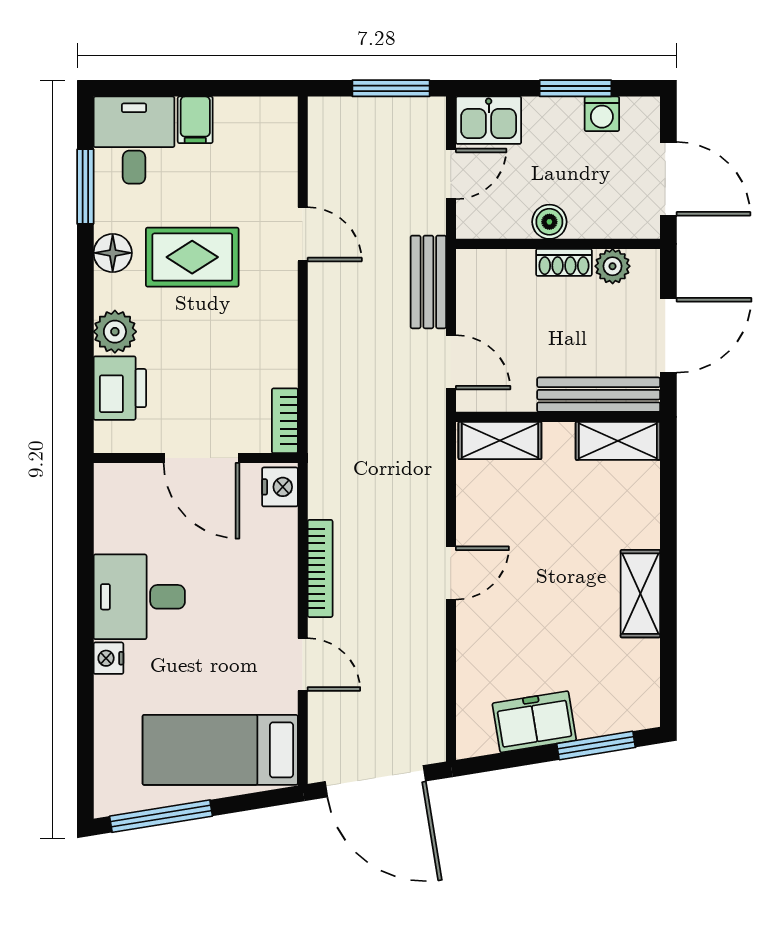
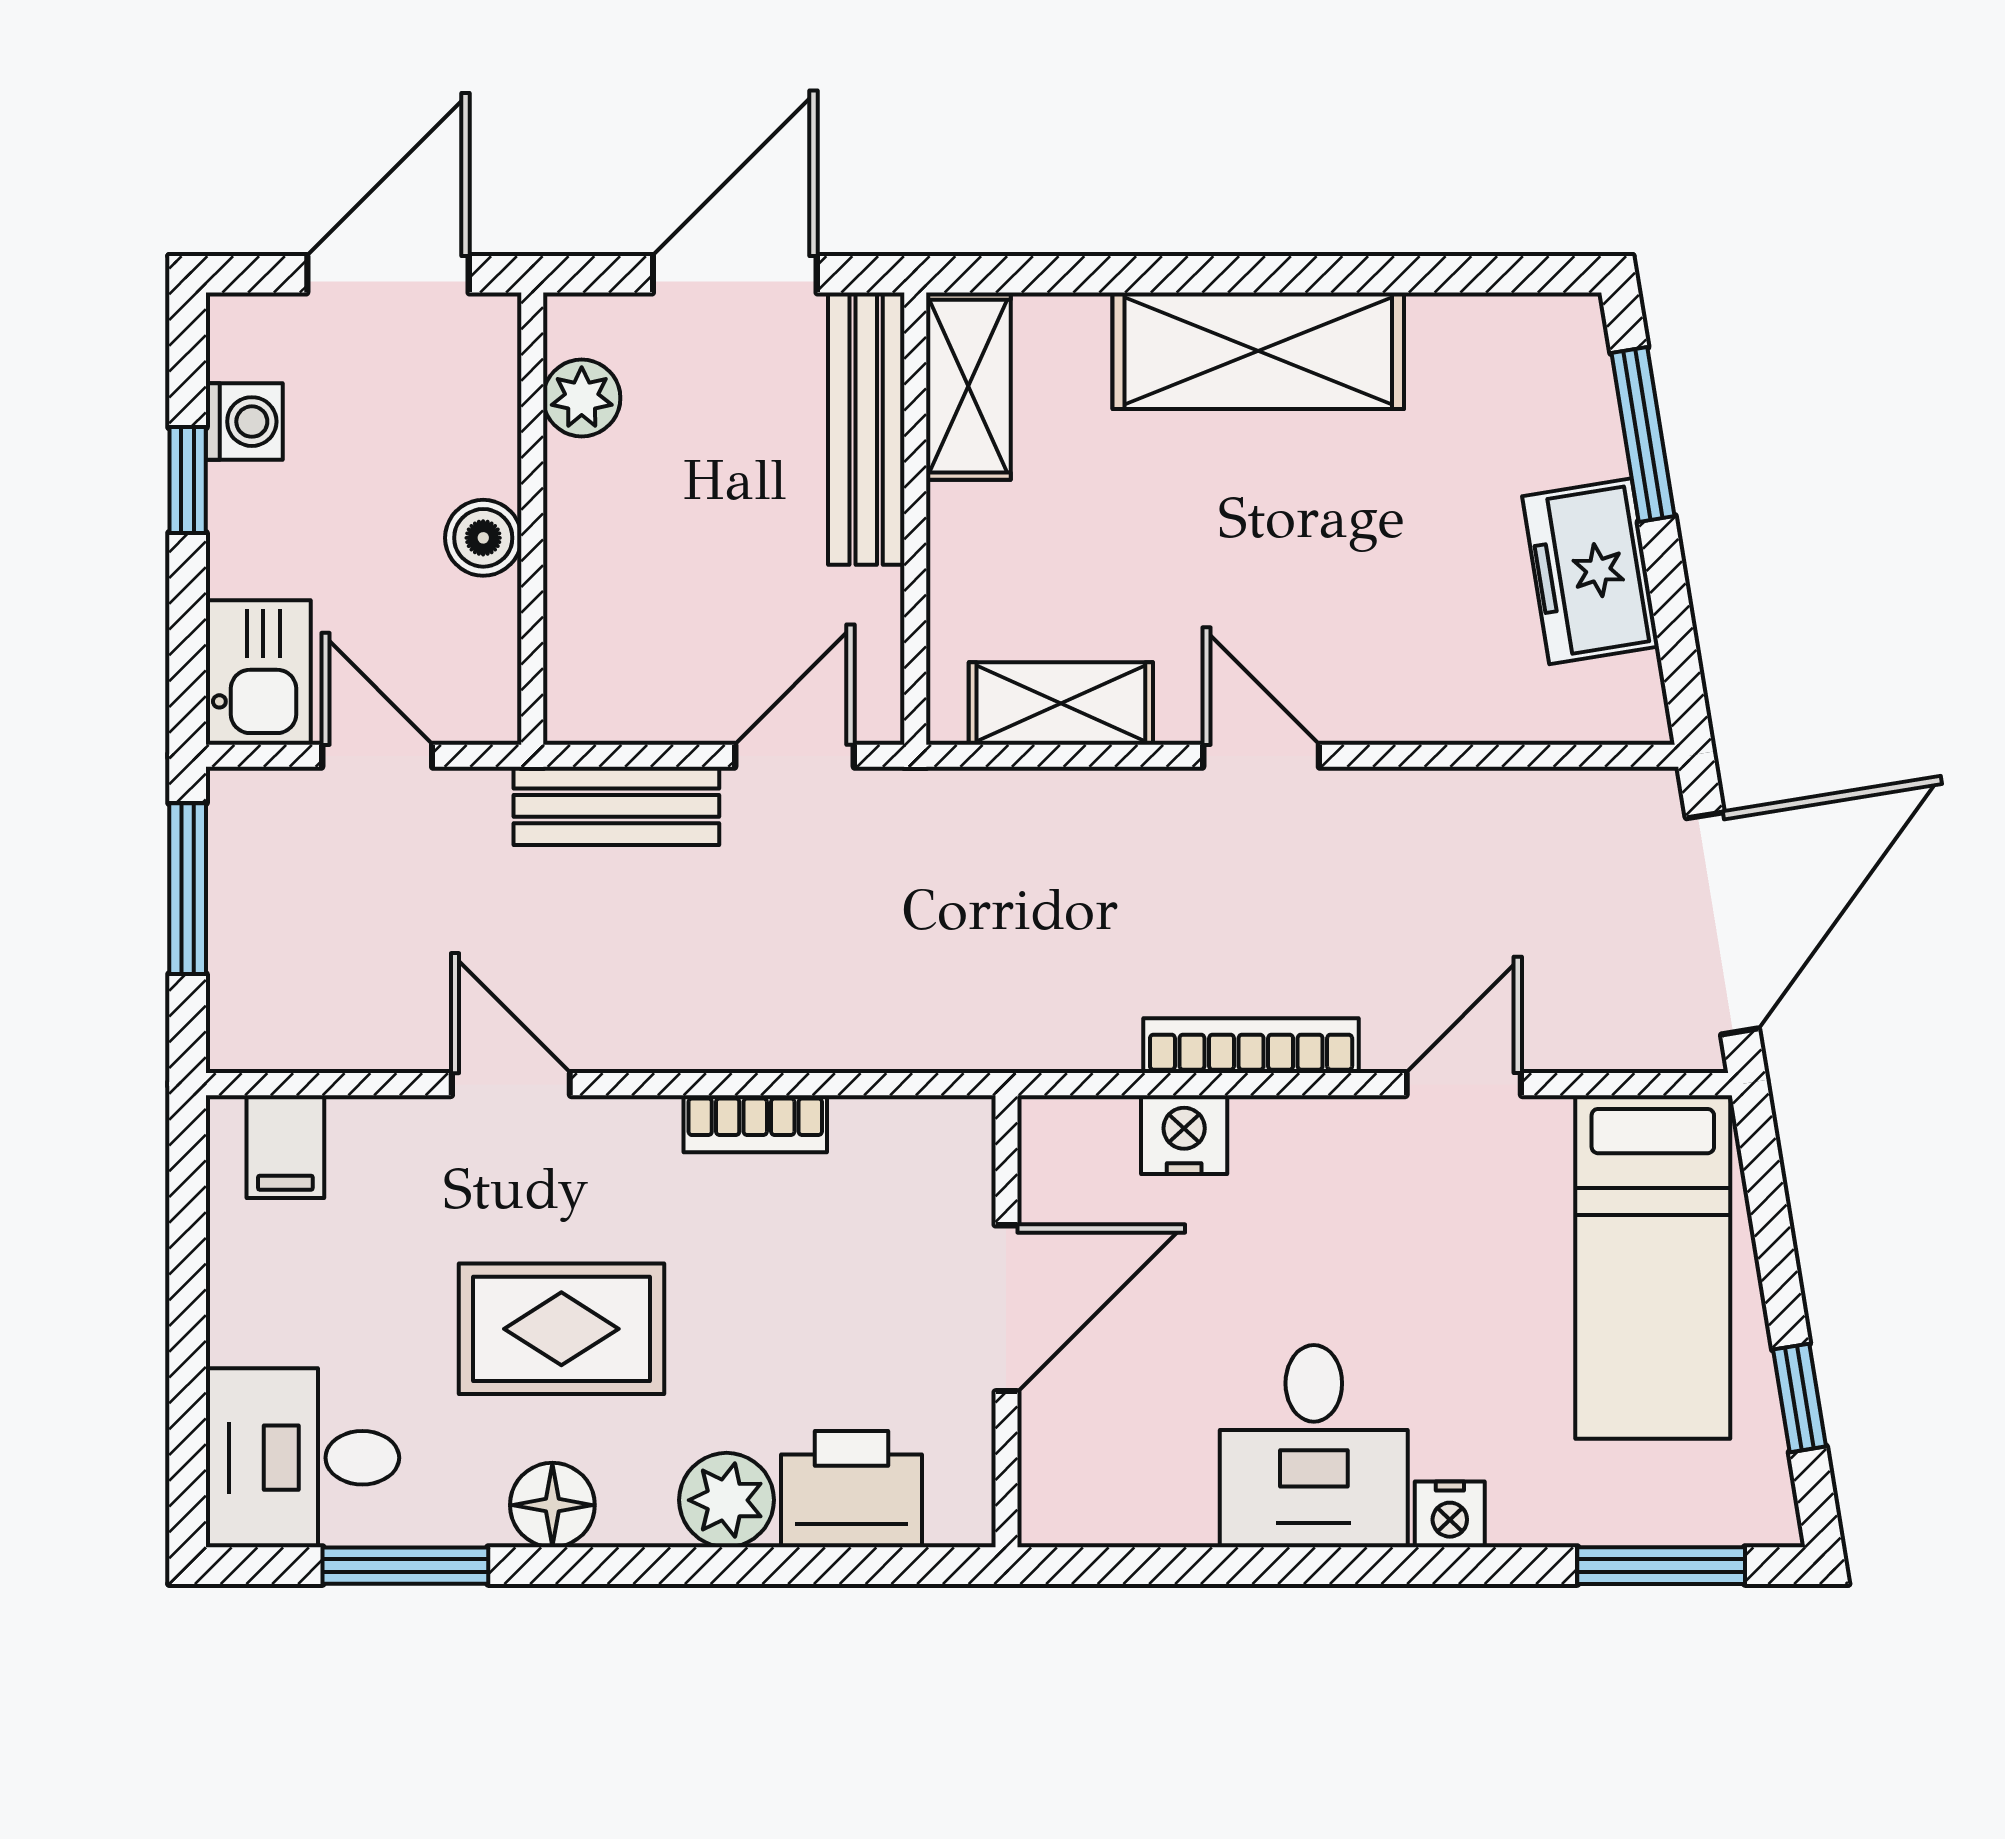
window: (575, 88) -> (188, 480), width x0.67
filing cabinet: (195, 120) -> (285, 1147), moved, turned 90
door: (303, 234) -> (511, 1084), hinge flipped
rug: (192, 257) -> (561, 1329), turned 90
shoe rack: (564, 262) -> (573, 505), removed
door: (668, 335) -> (735, 274), hinge flipped
bookcase: (285, 421) -> (755, 1124), moved
shelving: (500, 440) -> (1061, 703), moved, turned 90
nightstand: (280, 487) -> (1184, 1135), moved
shelving: (640, 594) -> (1258, 351), width x1.50, depth x1.33
window: (85, 754) -> (1661, 1566), added
window: (161, 816) -> (1799, 1398), width x0.46

